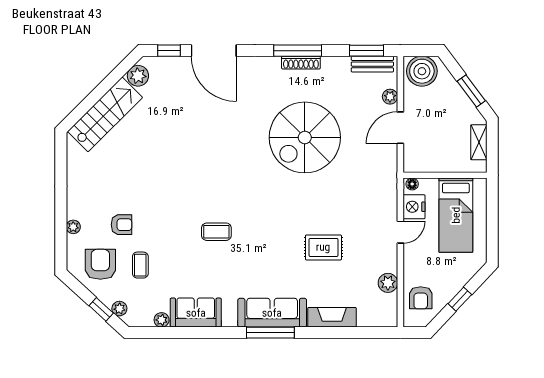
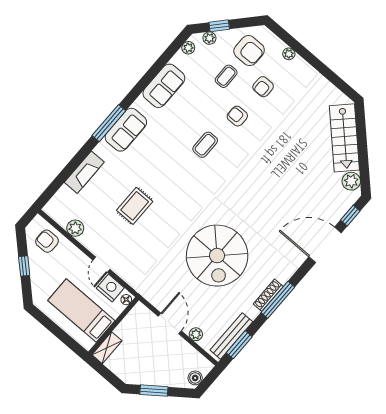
bench: (372, 64) -> (231, 336), width x1.36
boiler: (422, 71) -> (195, 378), width x0.54, depth x0.54
spiral stairs: (305, 137) -> (217, 256), turned 180
shelving: (479, 142) -> (107, 348), moved, turned 90
armchair: (167, 225) -> (237, 116), added
coffee table: (140, 265) -> (226, 76), turned 90
sofa: (272, 313) -> (126, 130), width x0.73
plant: (162, 320) -> (188, 48), moved

